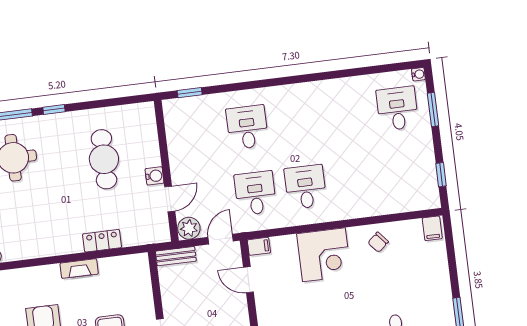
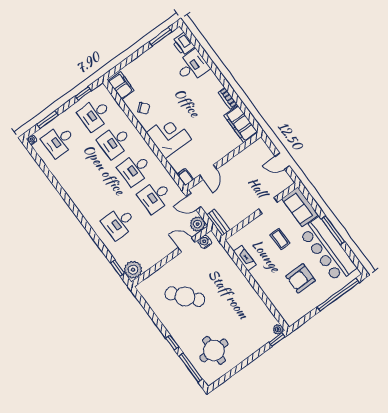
plant: (176, 111) -> (133, 270), added
cafe table: (104, 159) -> (185, 297), turned 49
desk: (406, 174) -> (95, 114), added
water cooler: (155, 176) -> (205, 242), moved
desk: (355, 181) -> (115, 142), added
filing cabinet: (432, 228) -> (121, 86), width x2.00
locker: (102, 241) -> (233, 271), removed
fireplace: (79, 269) -> (245, 258), moved

